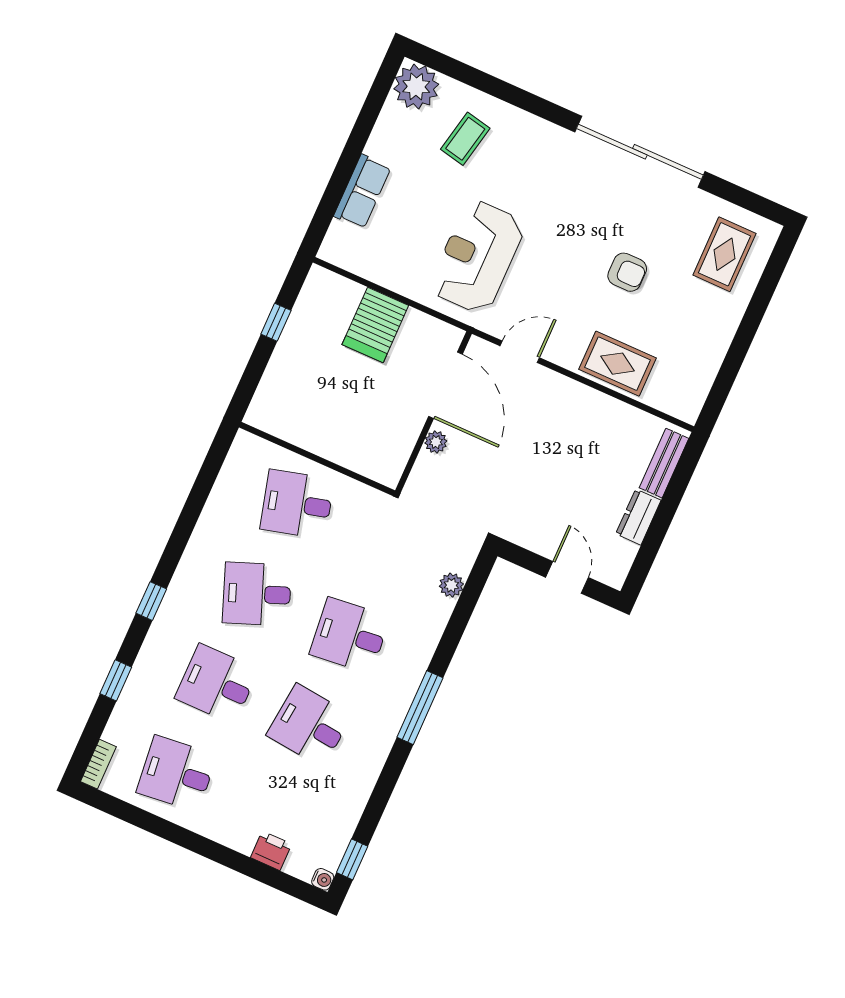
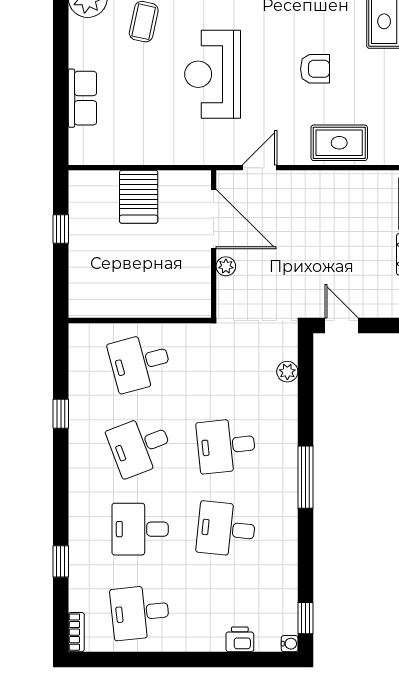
reception desk: (477, 257) -> (213, 74), moved
door: (567, 577) -> (341, 326), moved
window: (151, 601) -> (61, 414), moved

